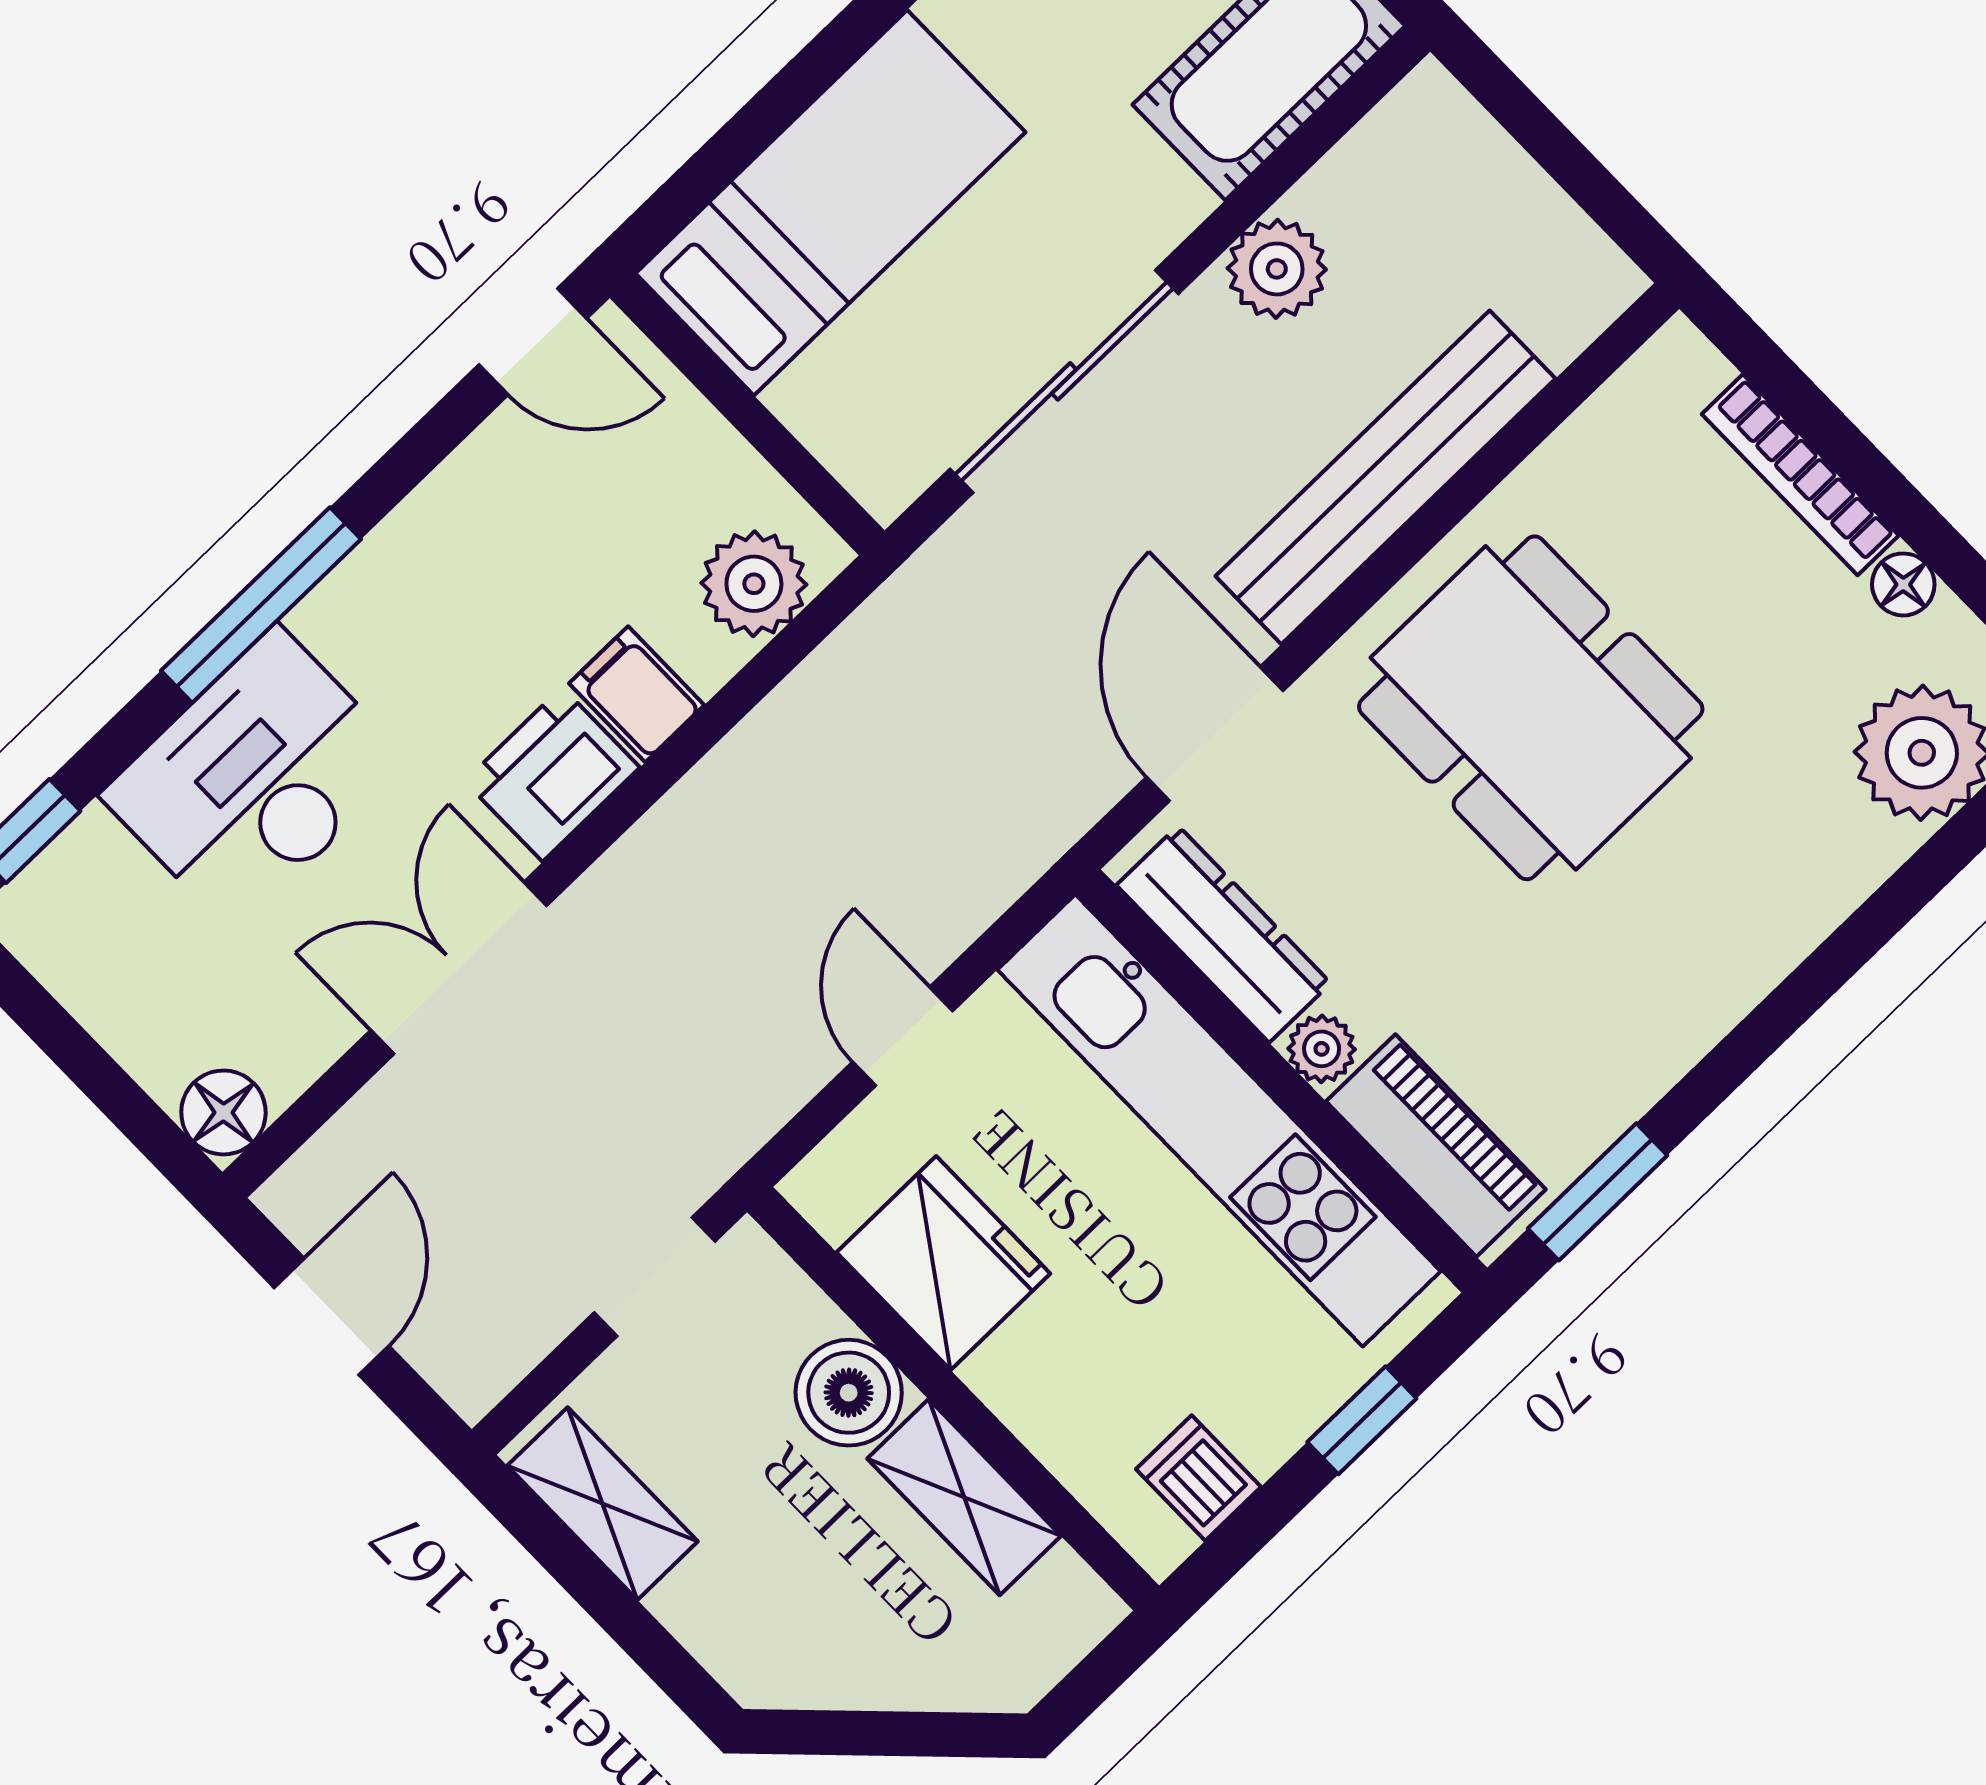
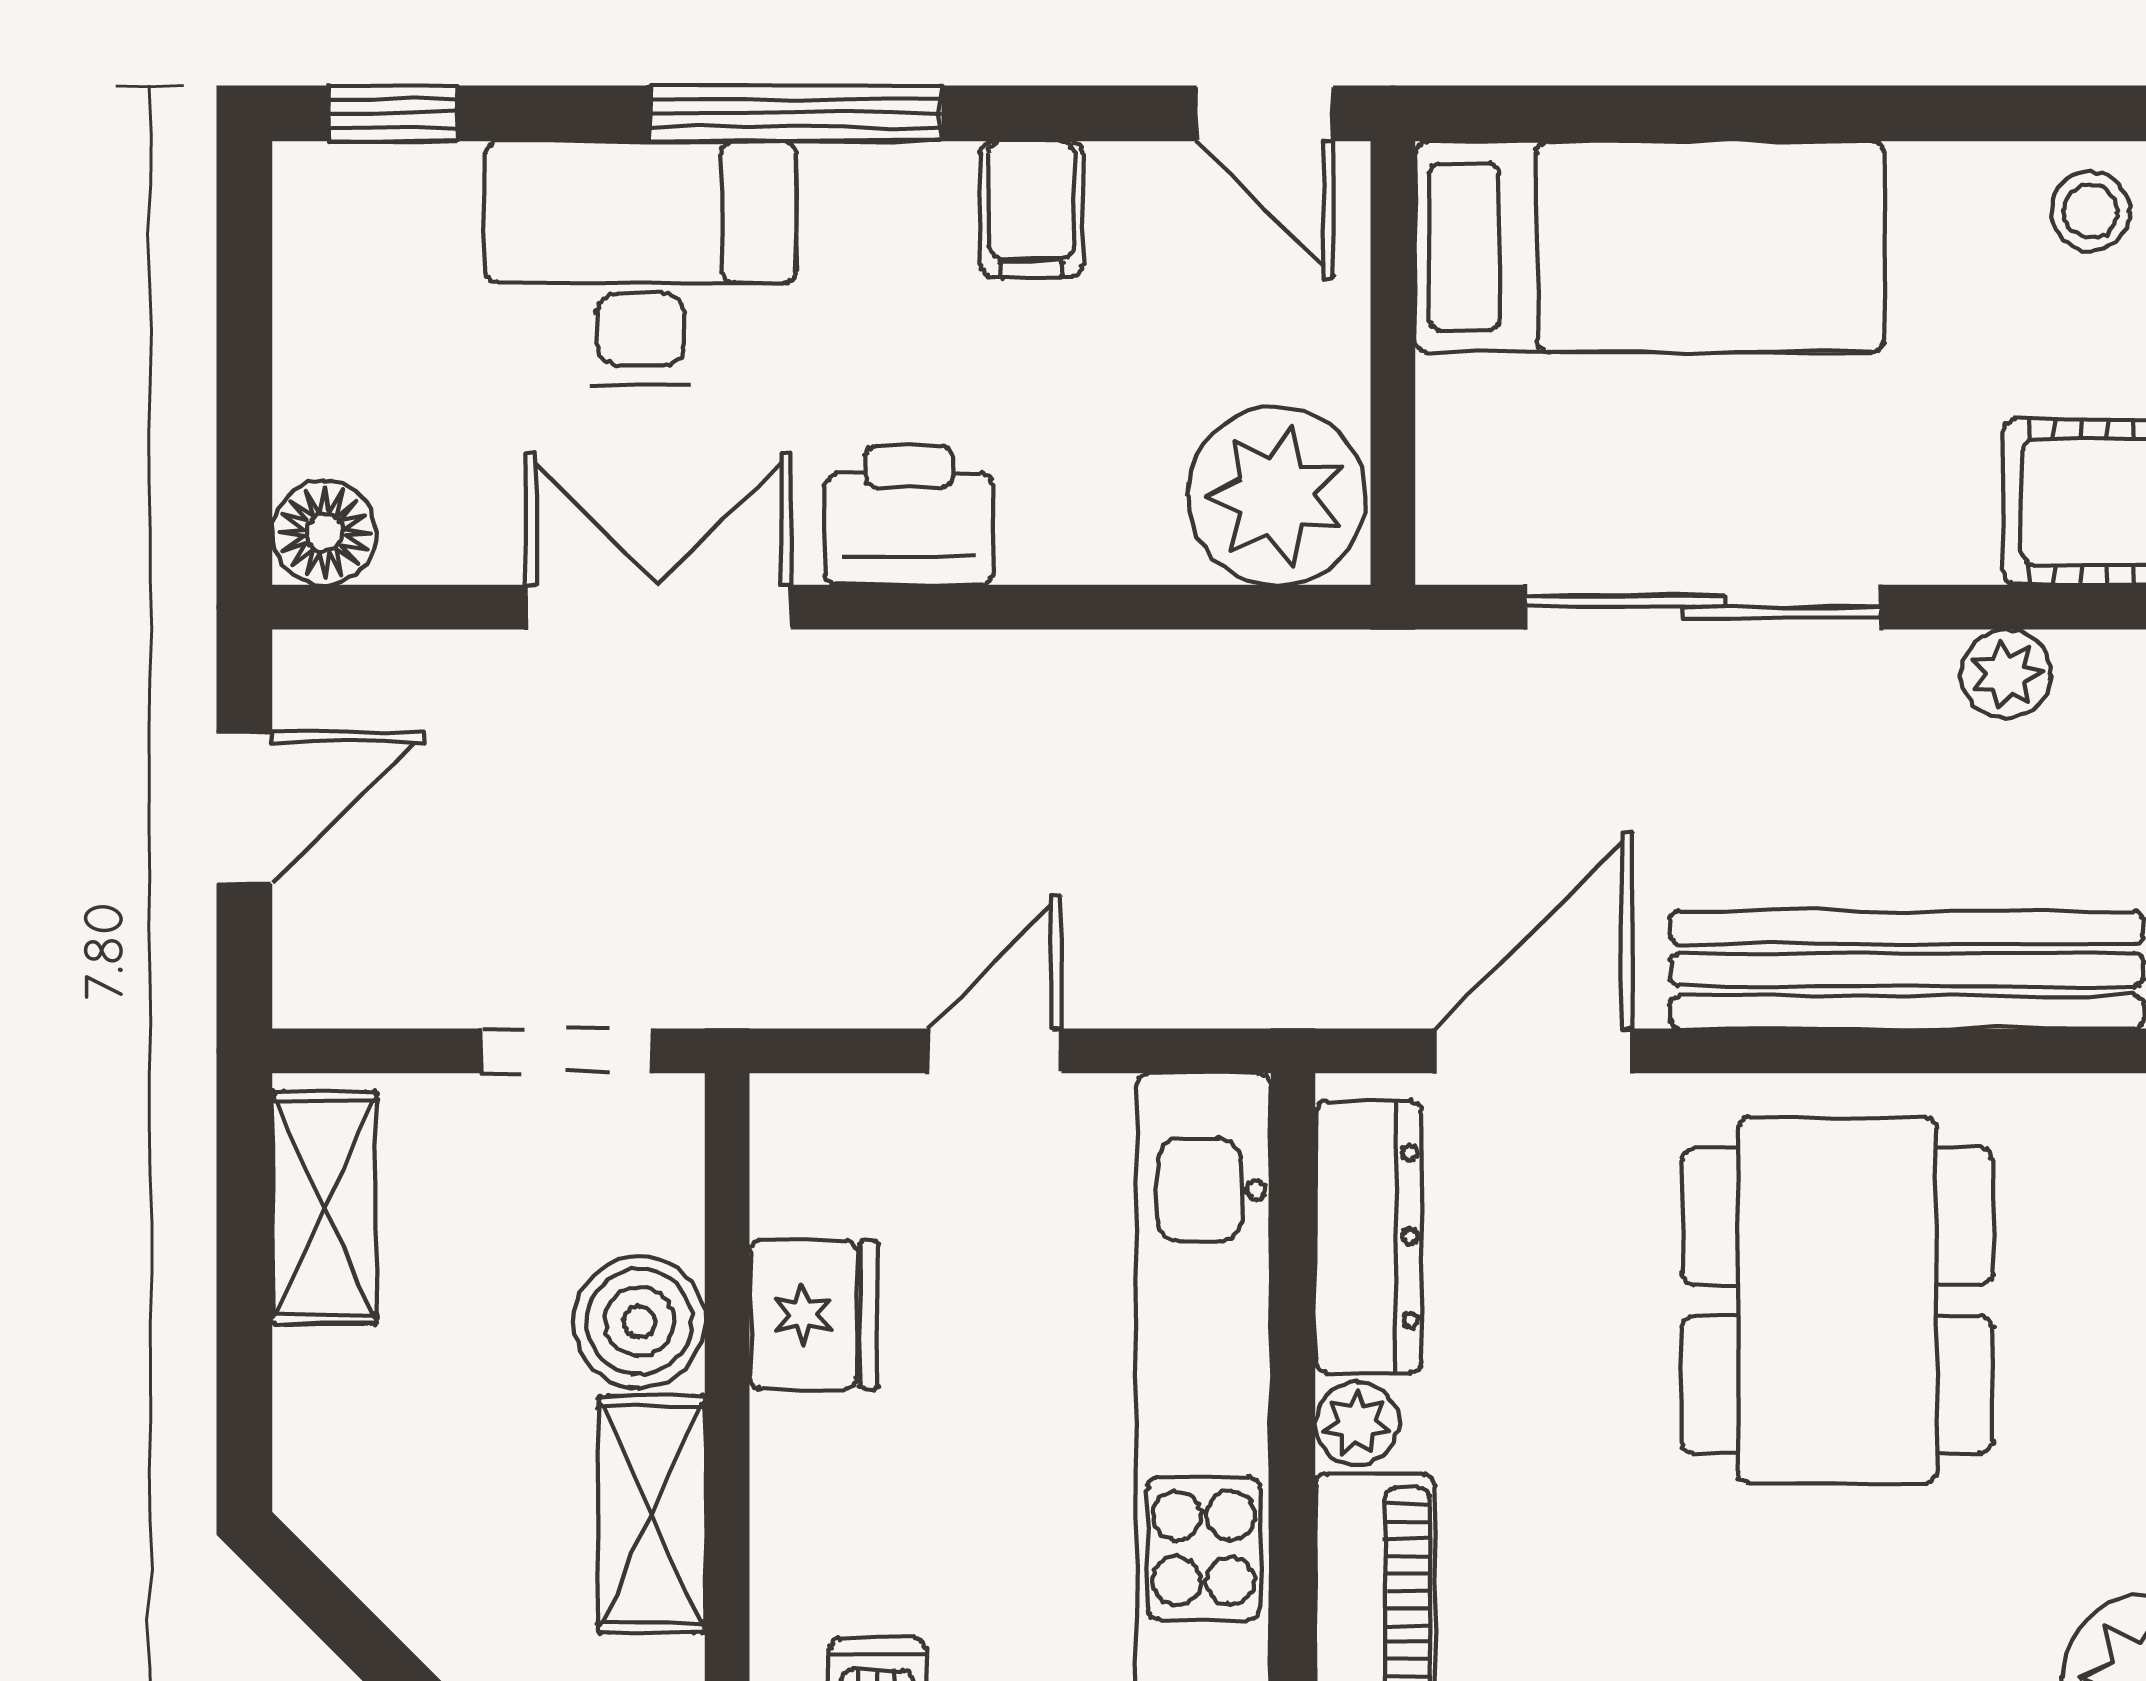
plant: (1277, 269) -> (2006, 674), width x0.73, depth x0.73
plant: (754, 584) -> (1276, 496), width x1.36, depth x1.36
filing cabinet: (637, 694) -> (1031, 209), moved, turned 180
fridge: (943, 1263) -> (814, 1315), width x0.73, depth x0.75

